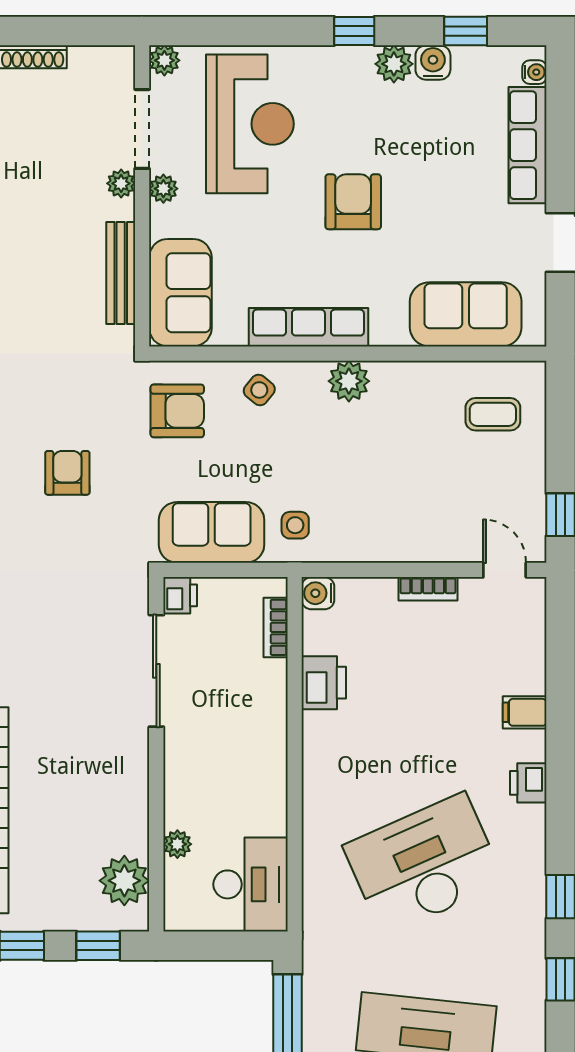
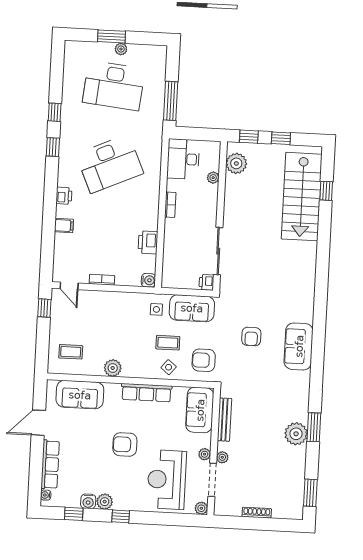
armchair: (353, 202) -> (125, 444), turned 90
plant: (349, 381) -> (113, 368), moved
coffee table: (264, 448) -> (168, 343), added
bookcase: (276, 627) -> (170, 205), moved

